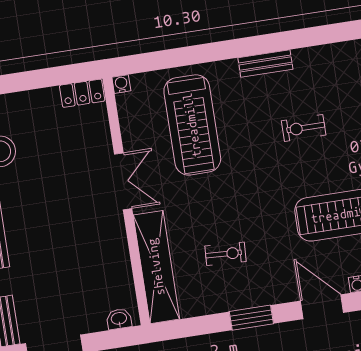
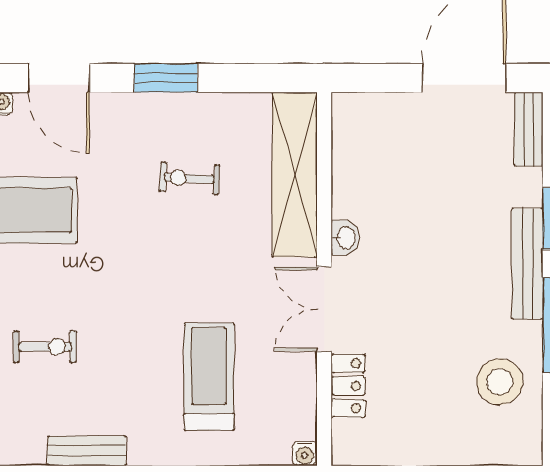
locker: (82, 93) -> (348, 386), moved, turned 90
treadmill: (192, 125) -> (209, 377), width x0.73, depth x0.73
washbasin: (119, 319) -> (345, 238), moved, turned -90

